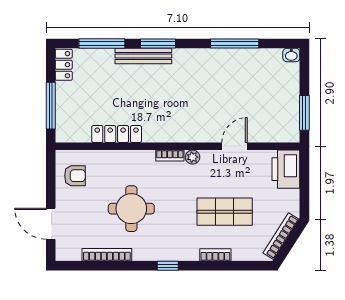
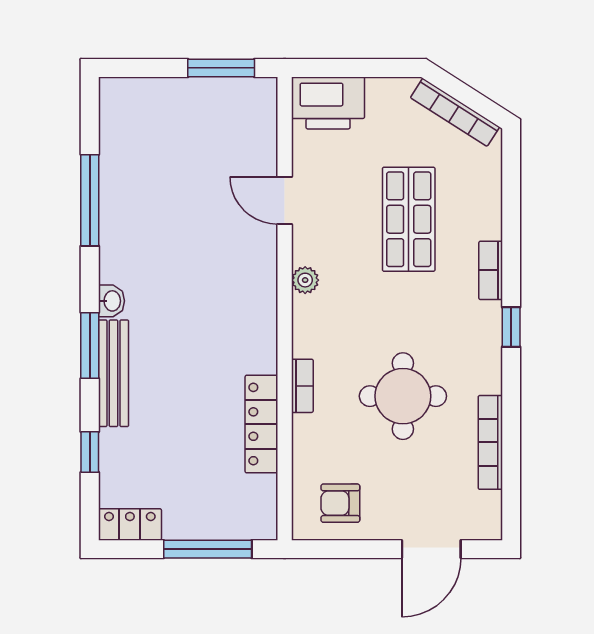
window: (102, 43) -> (90, 452), width x0.46
washbasin: (291, 55) -> (111, 301), moved
bookcase: (170, 156) -> (302, 386), moved
armchair: (75, 176) -> (340, 503), turned -90
bookcase: (215, 255) -> (491, 270), moved

